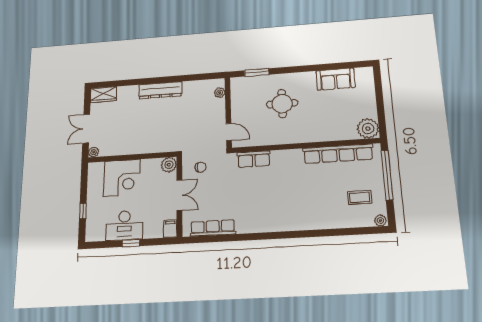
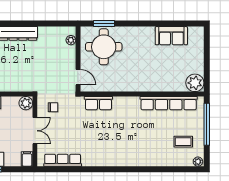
round table: (282, 104) -> (104, 47), moved, width x1.36, depth x1.36

